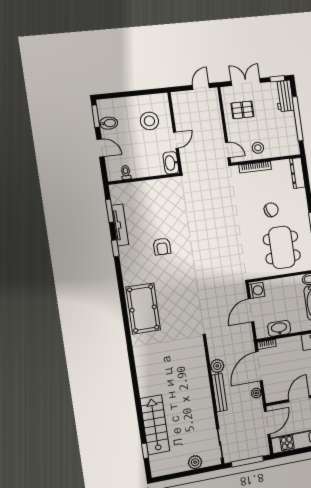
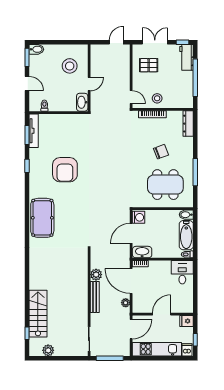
bidet: (109, 123) -> (36, 49), moved
tv unit: (120, 225) -> (34, 131), moved
armchair: (162, 247) -> (65, 170), width x1.88, depth x1.88
dining table: (282, 247) -> (165, 185), turned 90
washbasin: (279, 328) -> (142, 252), moved
door: (259, 366) -> (131, 281), hinge flipped
plant: (195, 462) -> (48, 350), moved

